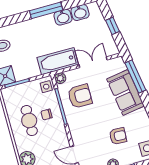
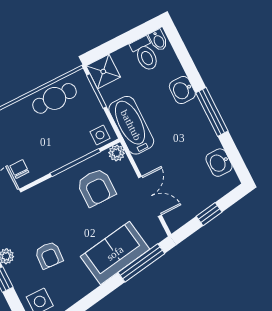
washbasin: (63, 17) -> (182, 90), moved
bathtub: (58, 61) -> (131, 125), moved
chair: (46, 115) -> (19, 169), moved
cafe table: (29, 121) -> (54, 98), moved

